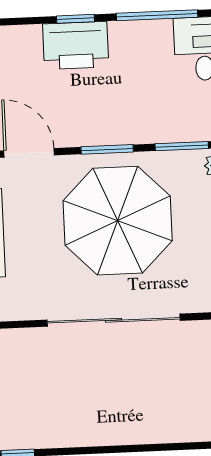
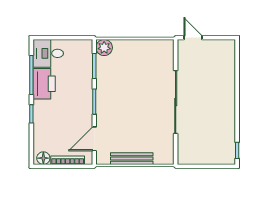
printer: (76, 45) -> (44, 84), moved
parasol: (118, 221) -> (128, 98), removed

